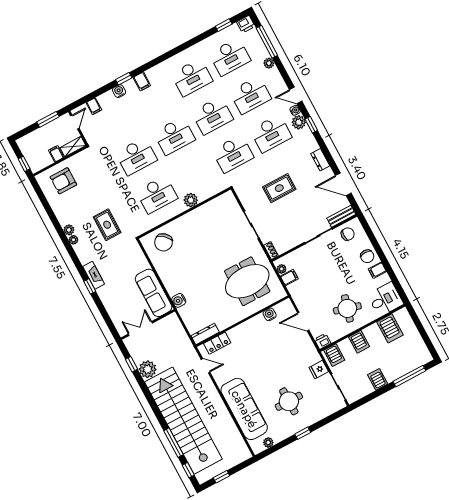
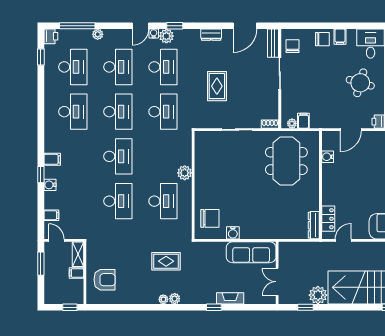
armchair: (63, 181) -> (105, 280), turned -90
plant: (69, 230) -> (175, 299), moved
chair: (164, 242) -> (210, 218), turned -41
fireplace: (94, 275) -> (230, 298), moved
water cooler: (179, 300) -> (233, 233), moved

